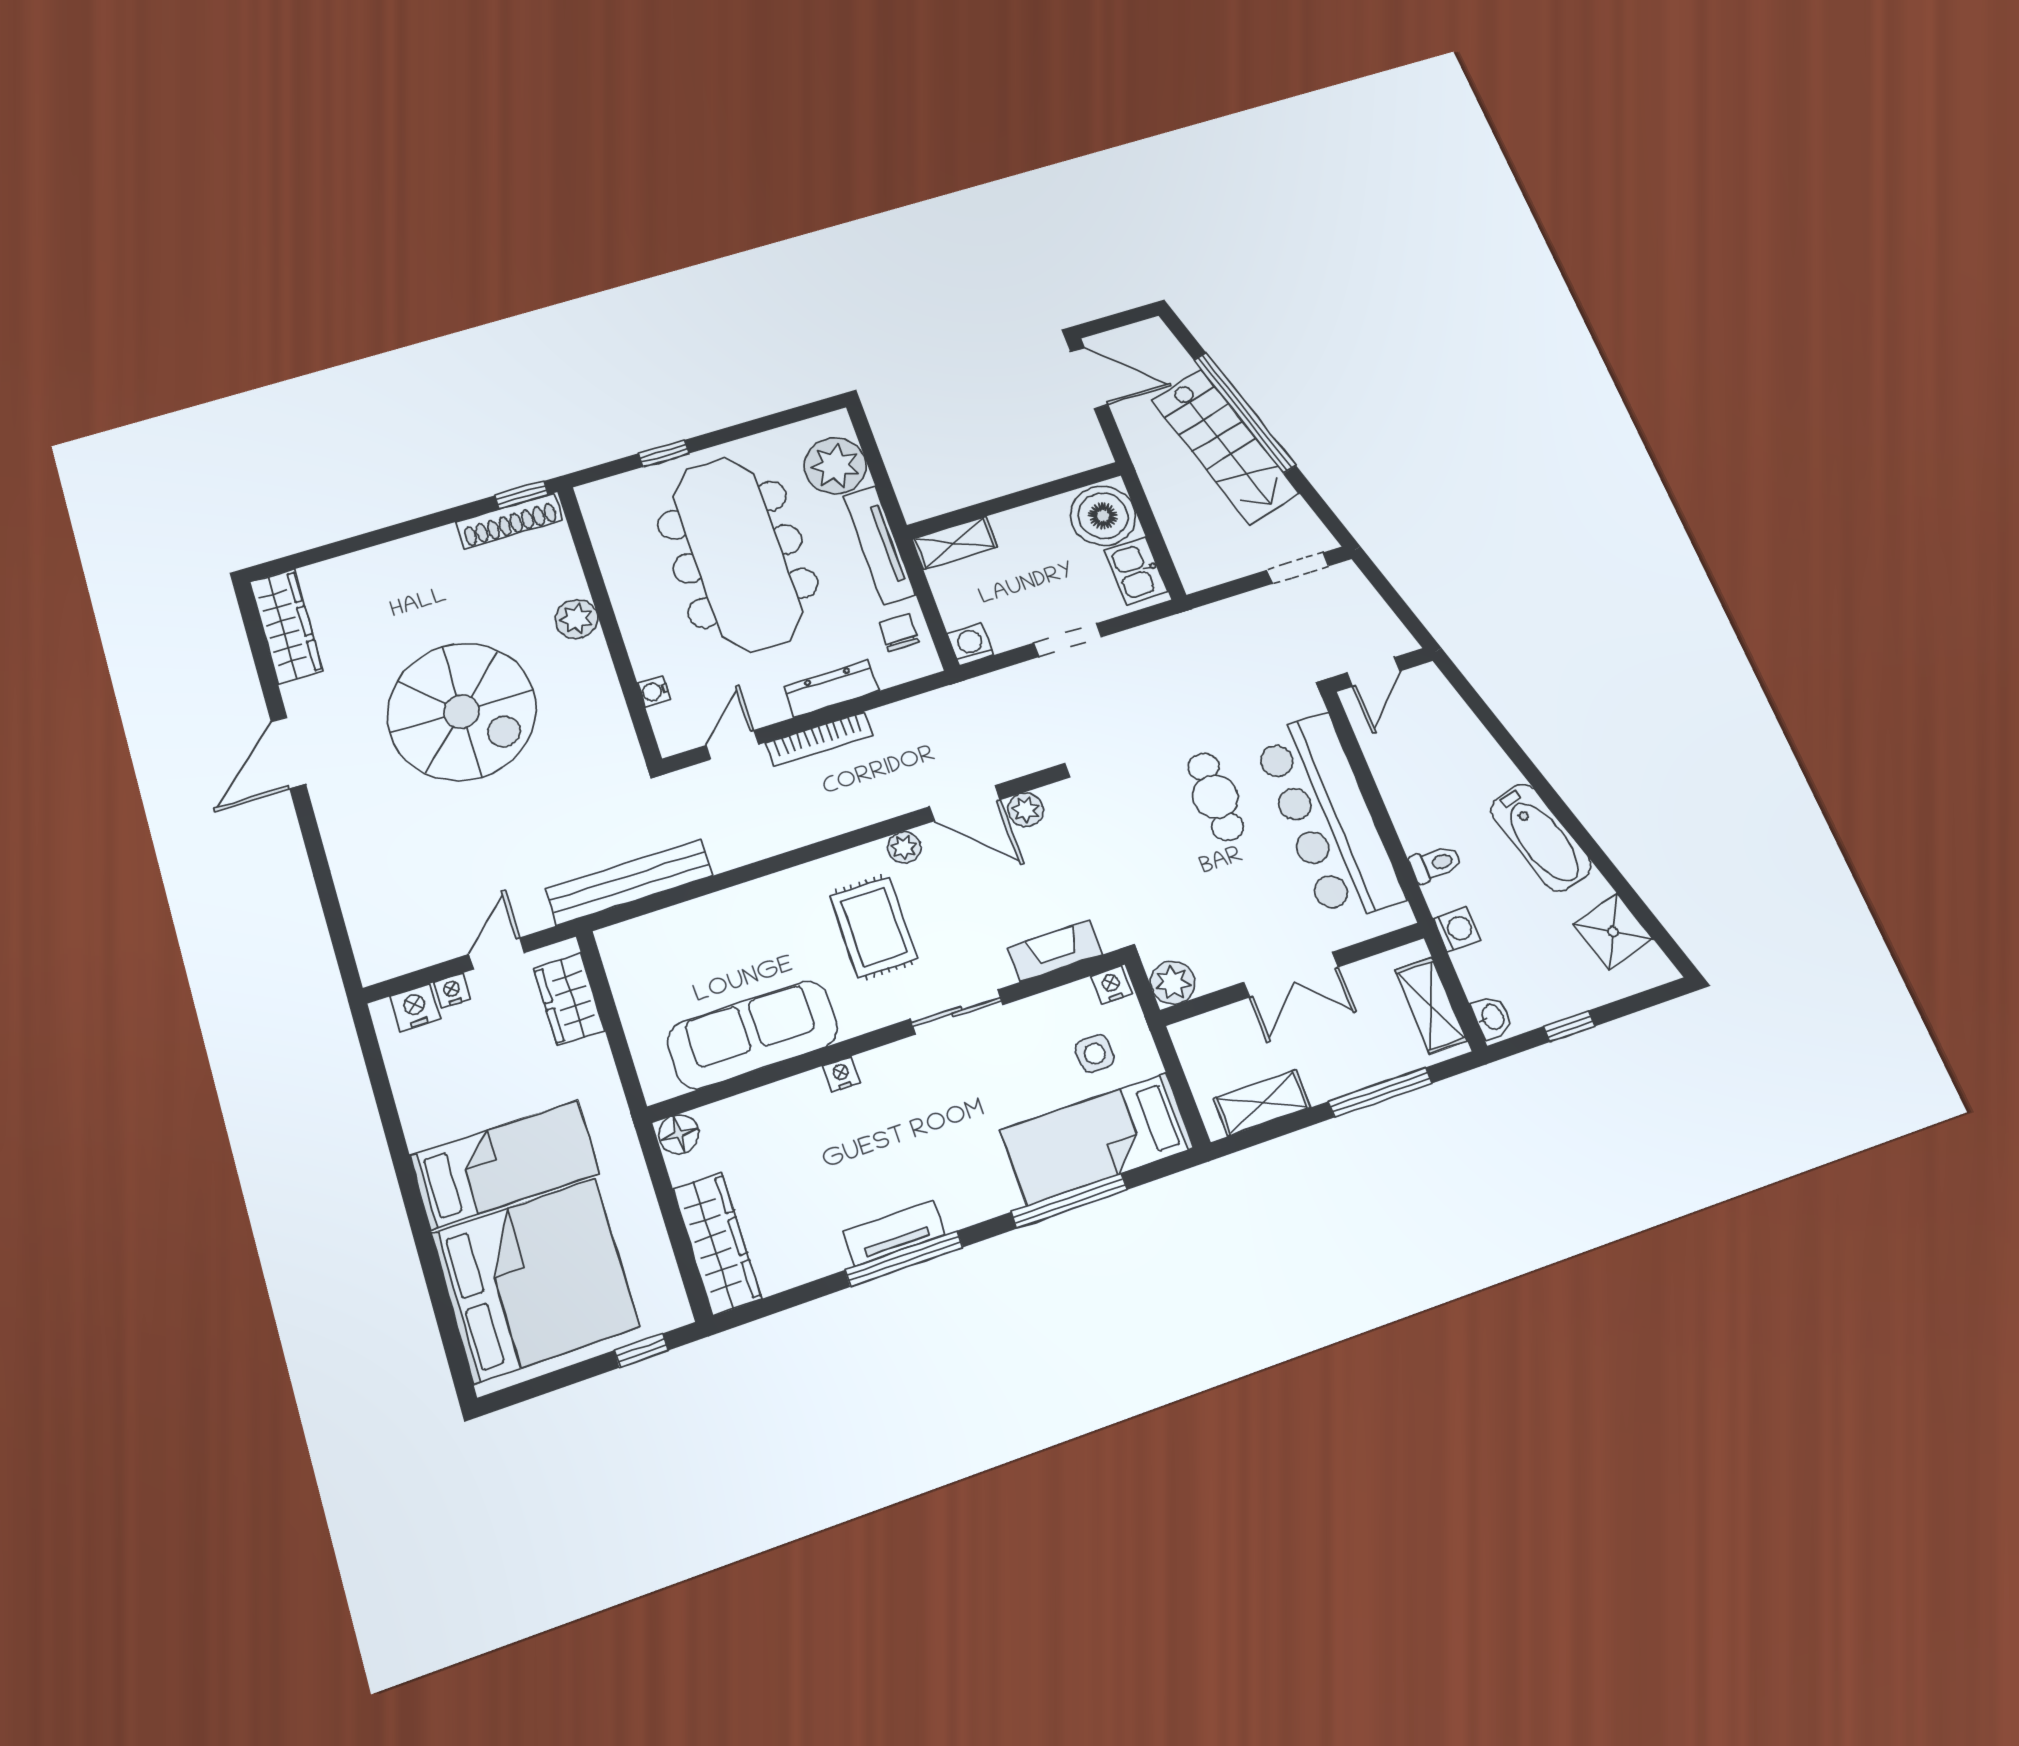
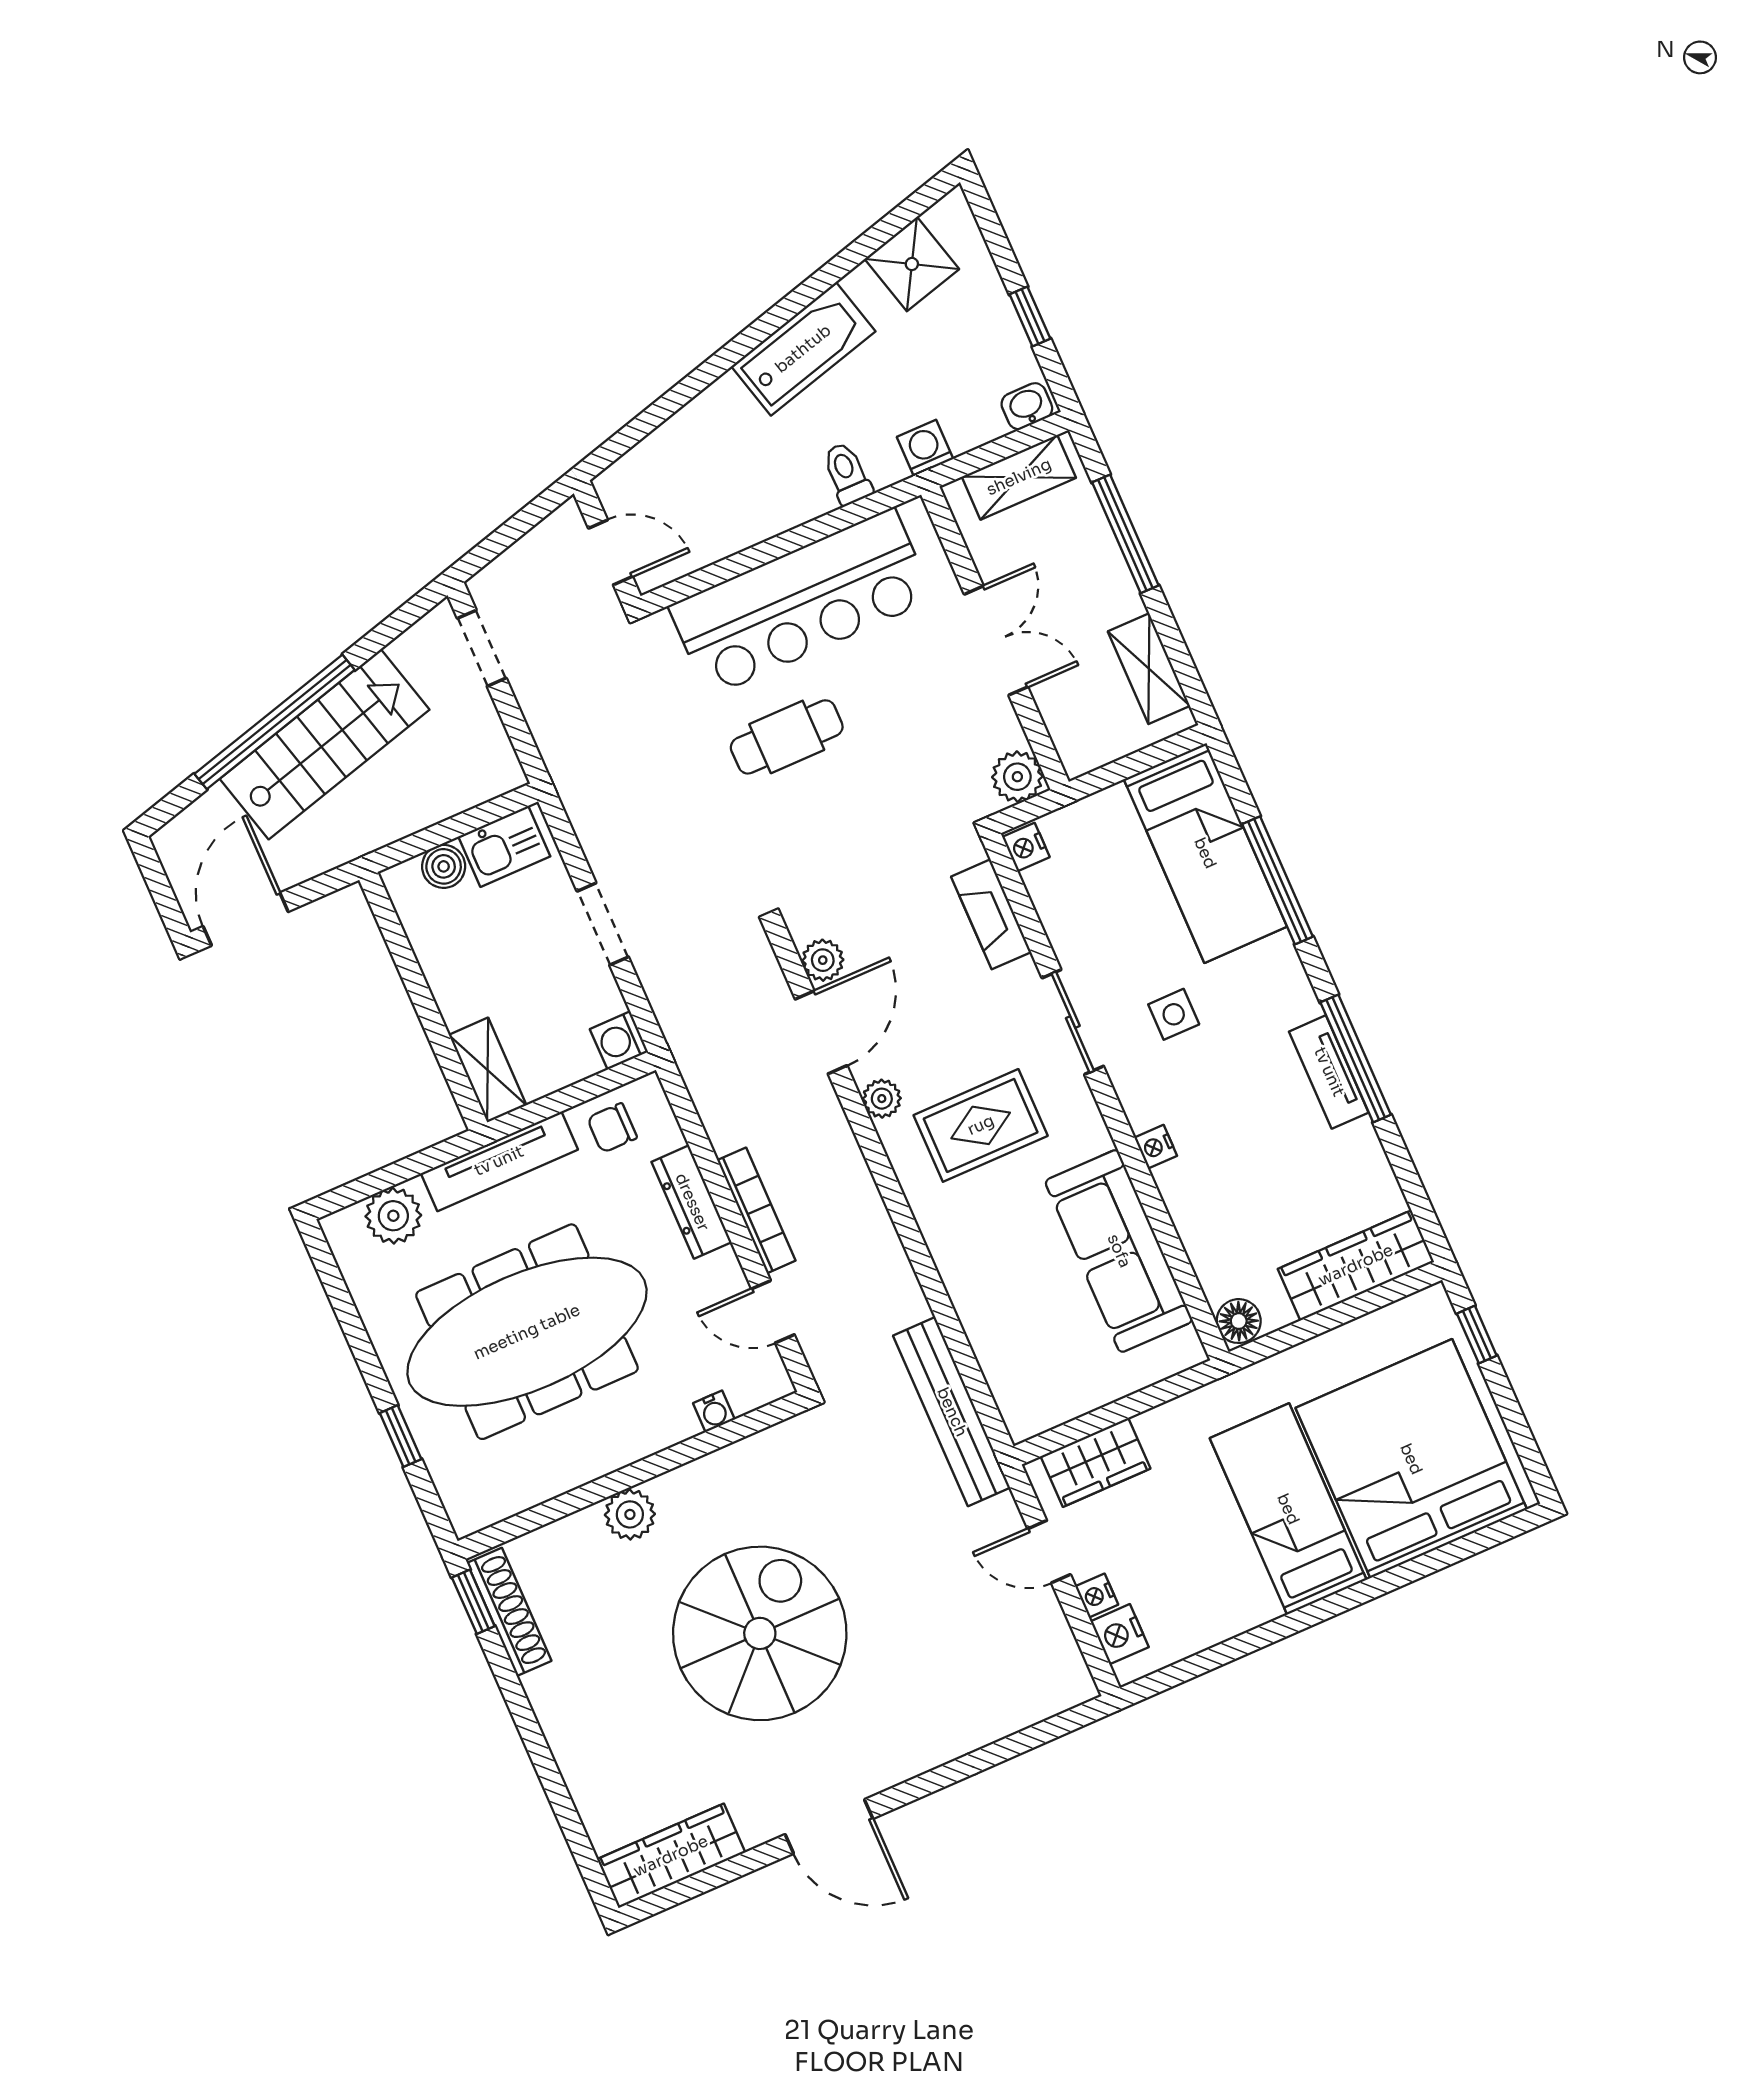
plant: (835, 466) -> (393, 1216), width x0.73, depth x0.73
boiler: (1103, 516) -> (444, 866), width x0.54, depth x0.54
side table: (1095, 1053) -> (1174, 1014), moved

